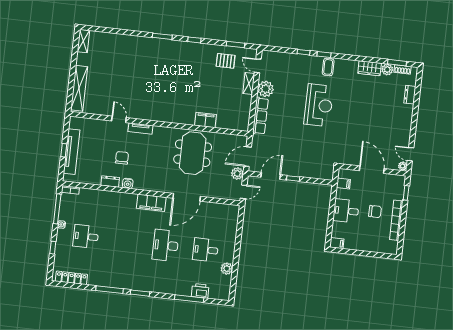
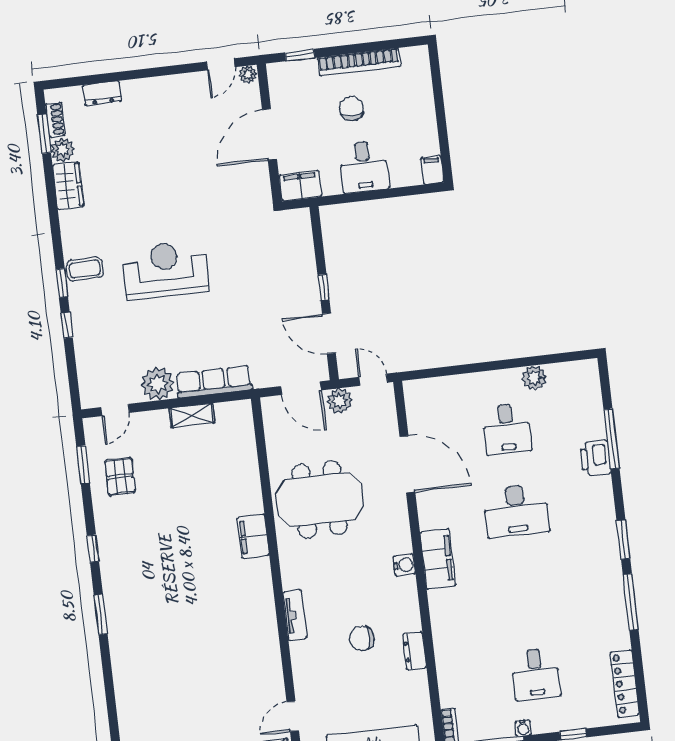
shelving: (249, 84) -> (192, 415), moved
door: (119, 119) -> (293, 716), moved
filing cabinet: (206, 120) -> (253, 536), moved
water cooler: (128, 183) -> (404, 565), moved
filing cabinet: (343, 184) -> (300, 186), width x2.00
door: (187, 197) -> (407, 464), moved
printer: (200, 291) -> (595, 458), moved

